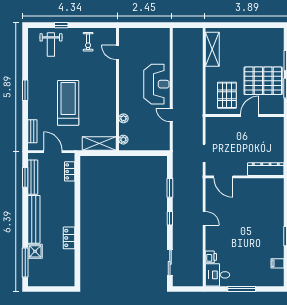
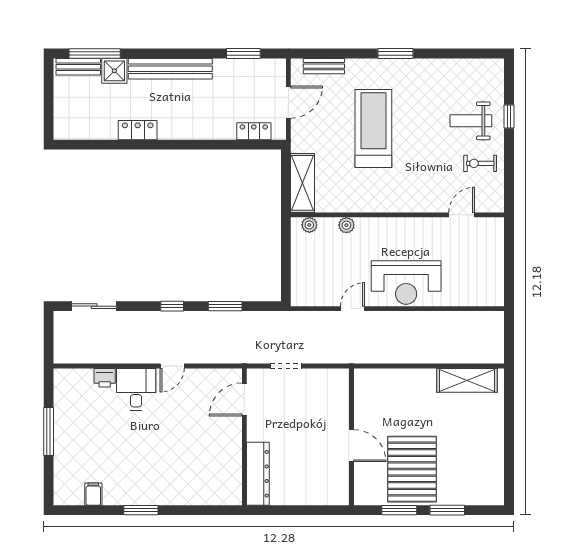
weight bench: (51, 45) -> (471, 121), moved
pallet: (227, 95) -> (387, 406), removed
treadmill: (68, 103) -> (373, 129), turned -90
bench: (33, 177) -> (78, 67), moved, width x0.73
desk: (218, 275) -> (136, 389), moved

